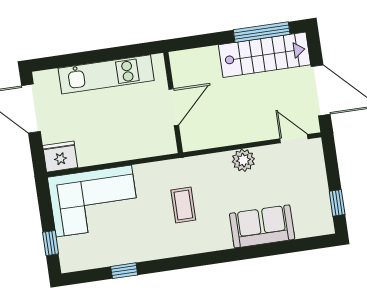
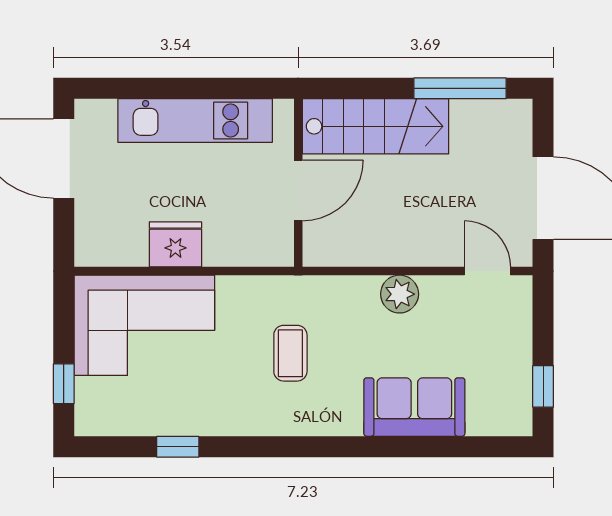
stairs: (265, 55) -> (376, 126), moved
fridge: (60, 157) -> (175, 244), moved

